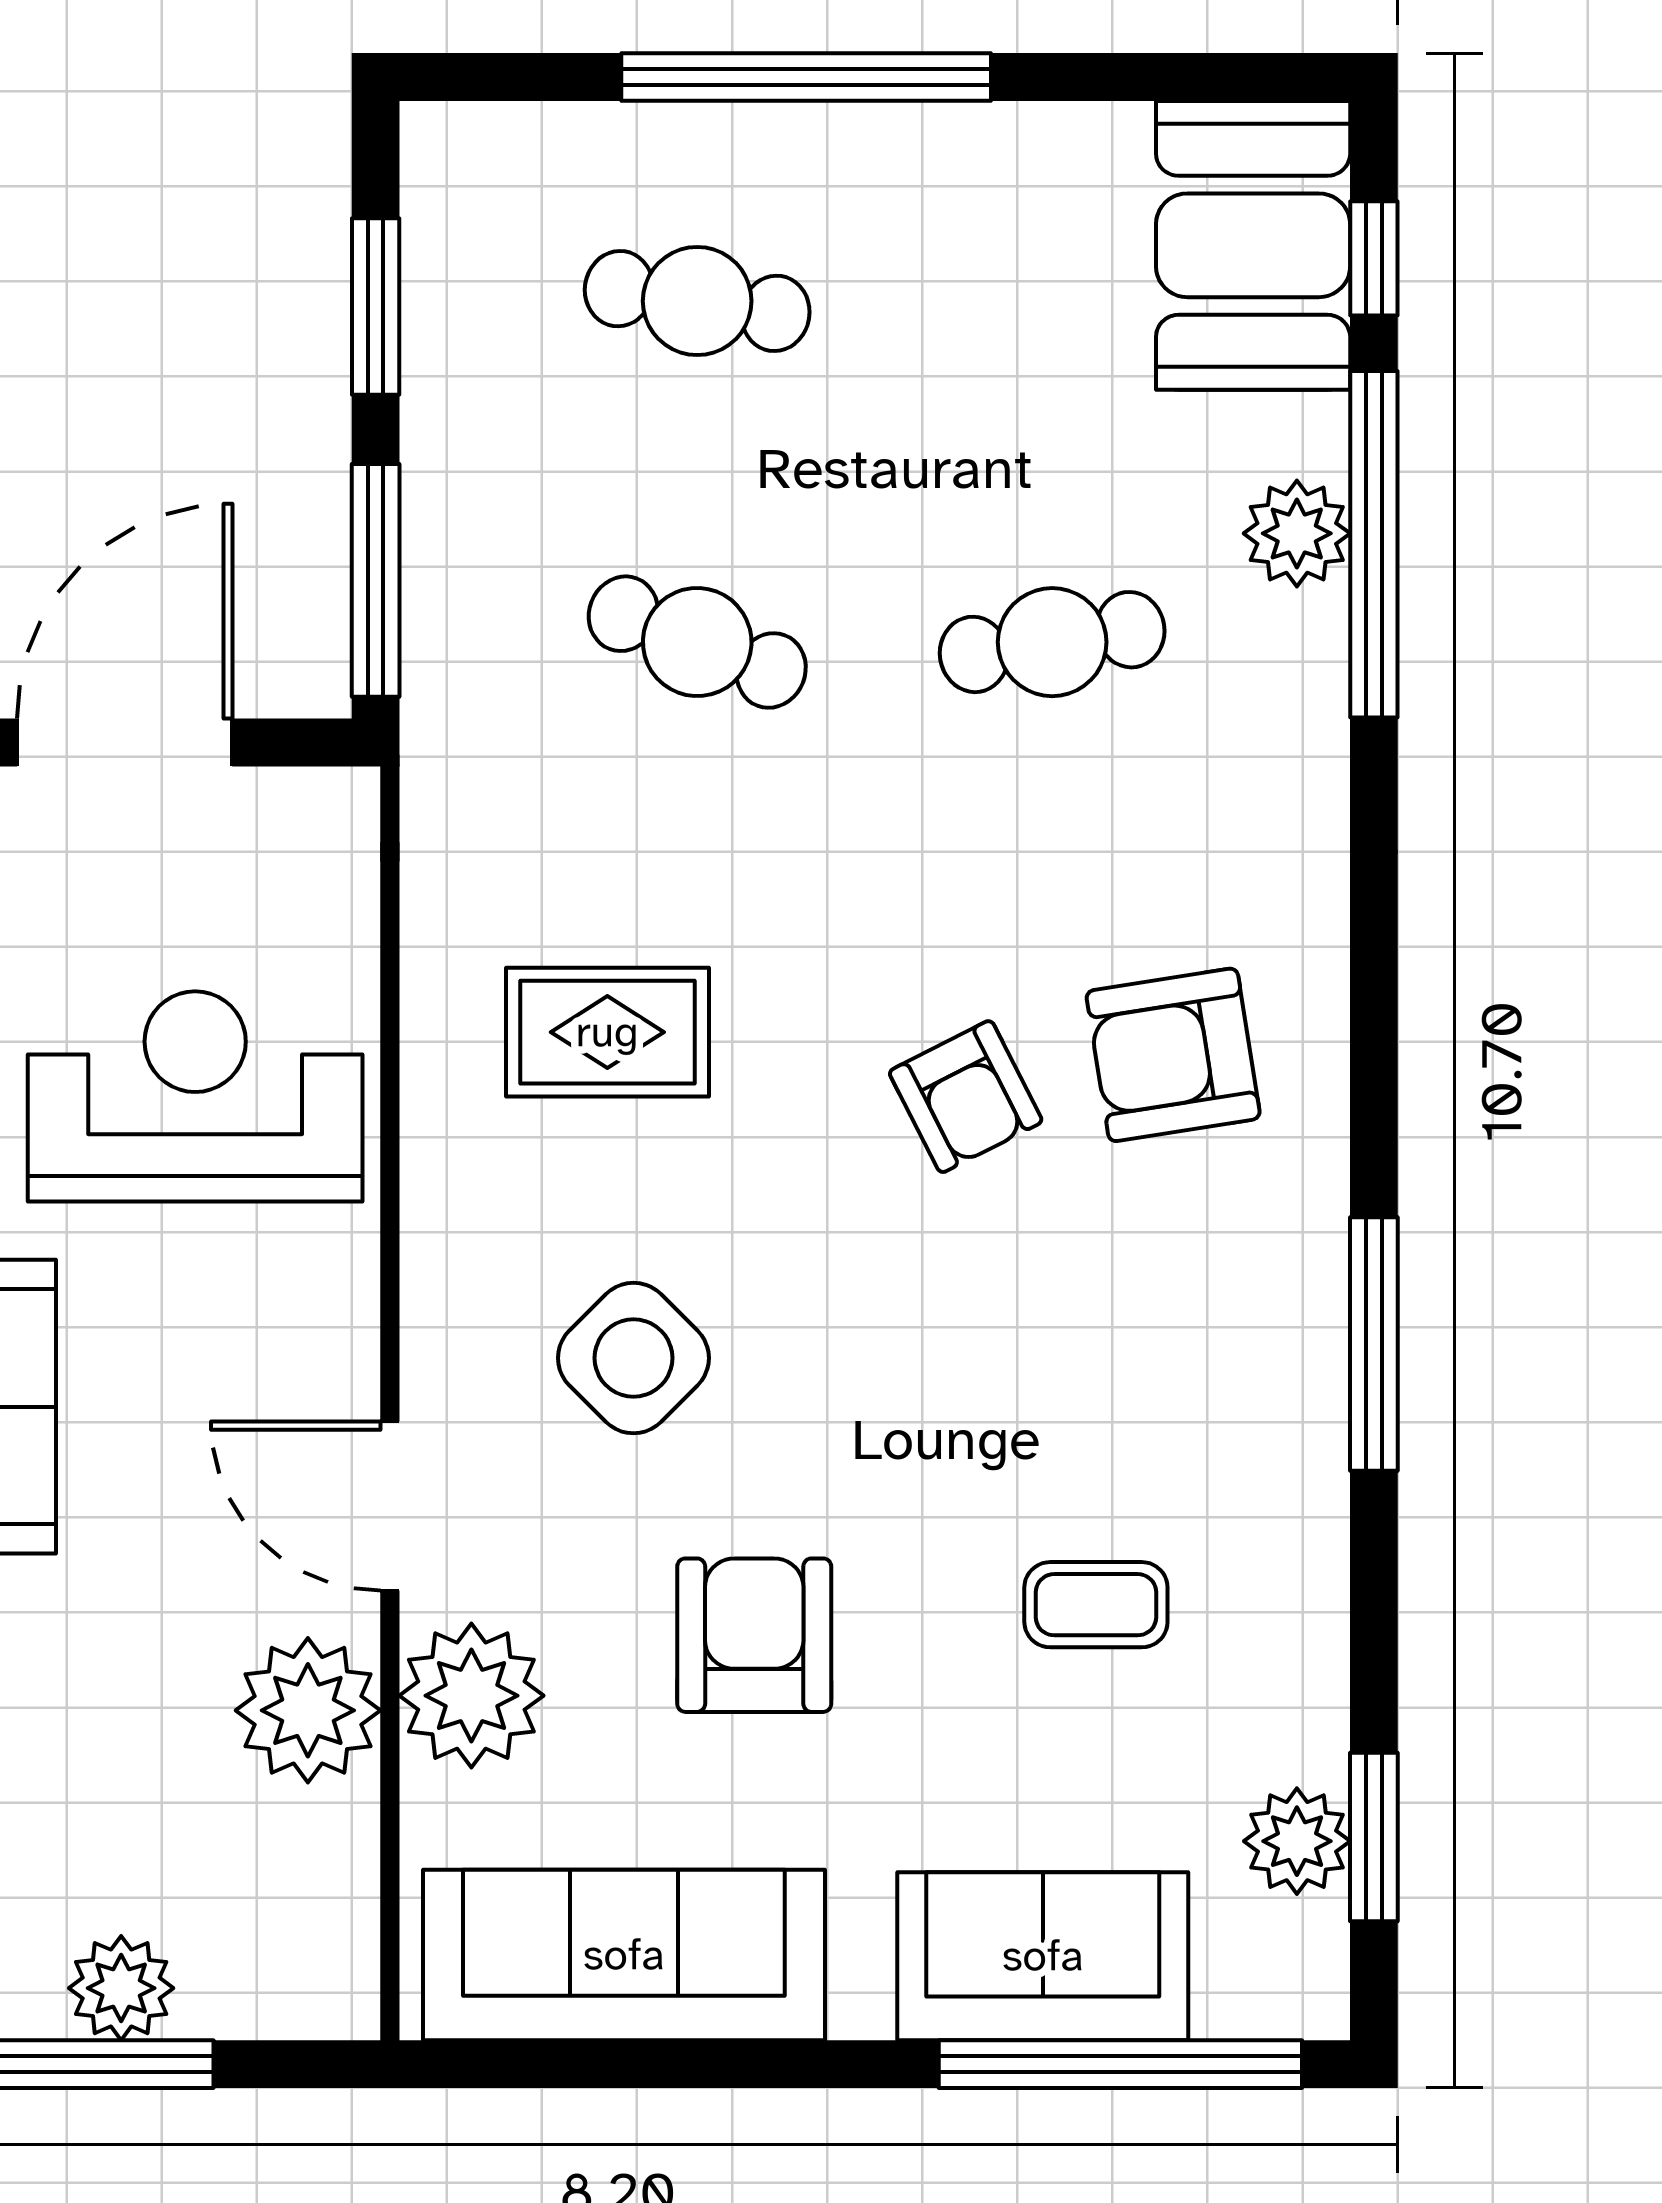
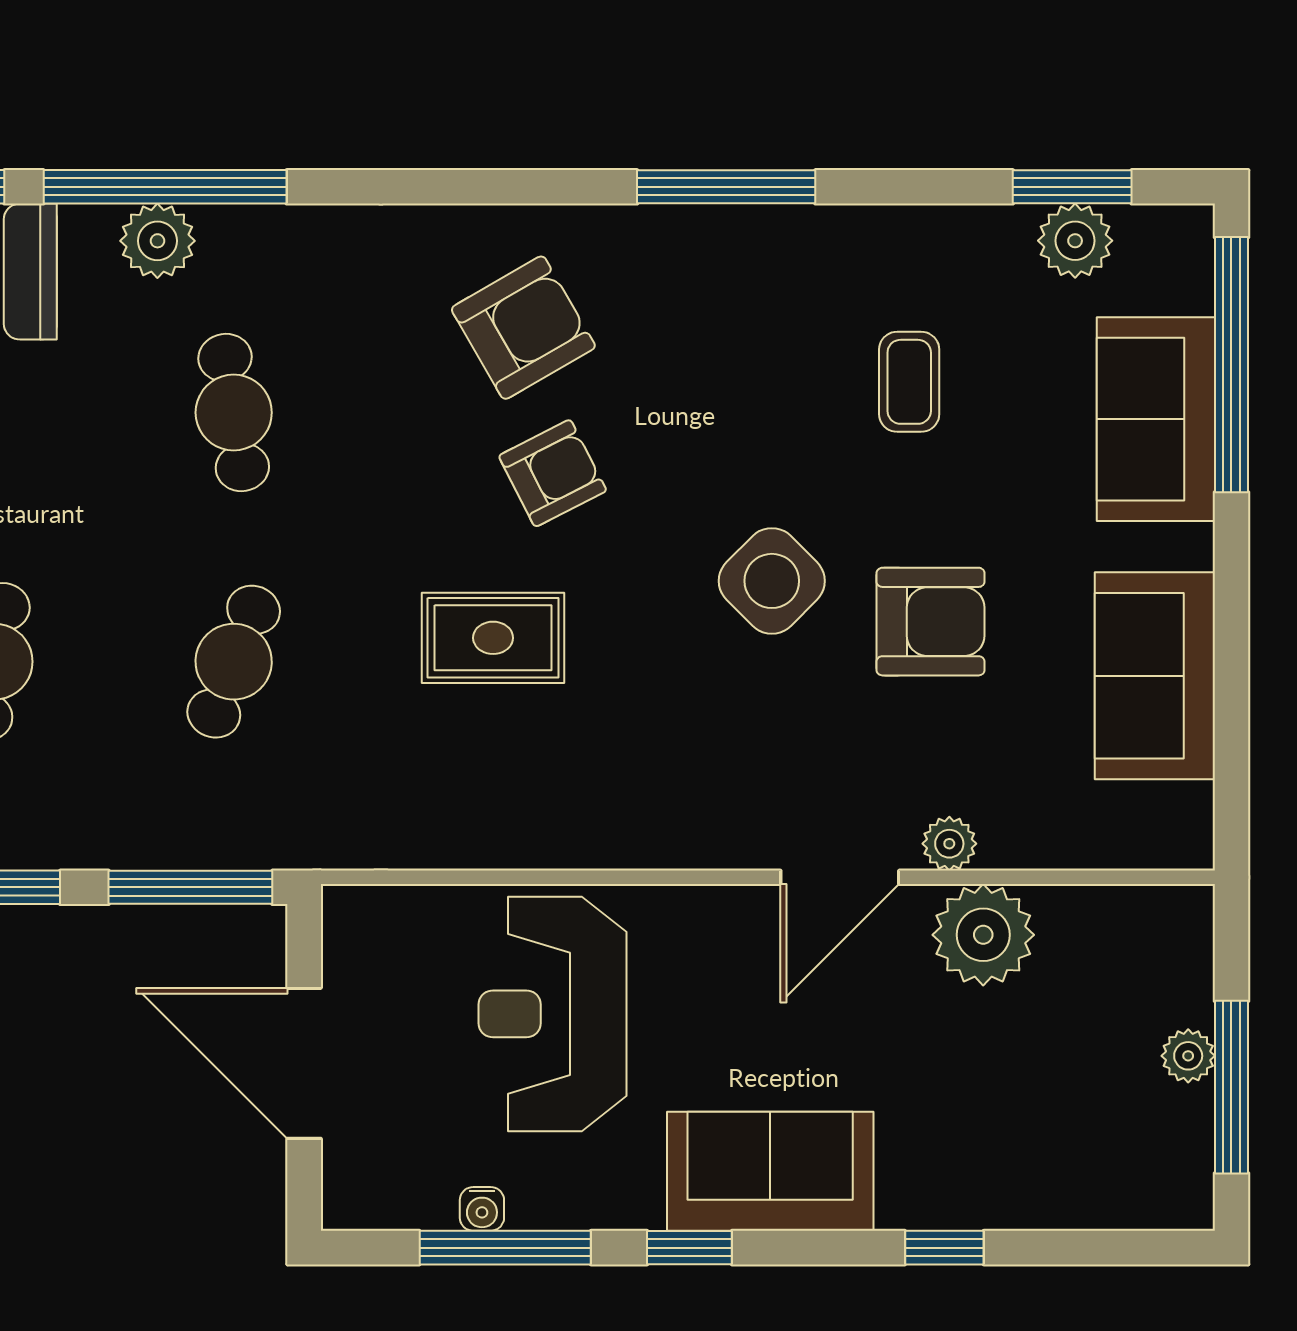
rug: (607, 1032) -> (493, 638), moved, turned 90
armchair: (1173, 1055) -> (523, 328), turned -111
side table: (633, 1358) -> (772, 581), moved
armchair: (754, 1635) -> (931, 622), turned 180
plant: (471, 1696) -> (949, 844), width x0.53, depth x0.53
sofa: (624, 1955) -> (1155, 676), width x0.73
plant: (121, 1988) -> (1188, 1056), width x0.73, depth x0.73

